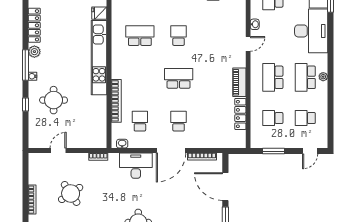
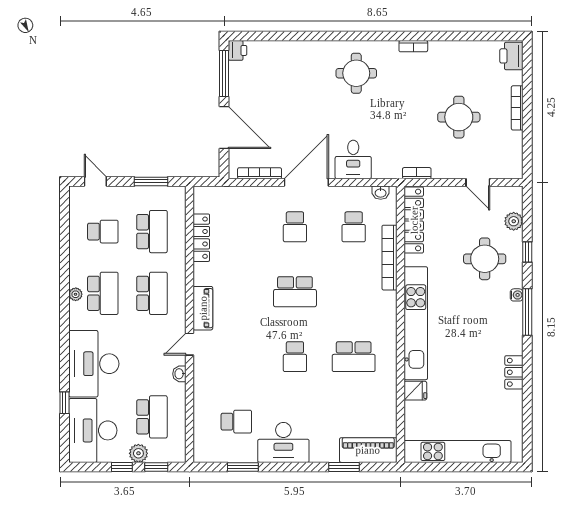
locker: (34, 25) -> (514, 372), width x0.66
plant: (34, 52) -> (514, 221), moved
piano: (239, 82) -> (203, 308), moved
school desk: (273, 118) -> (152, 232), width x1.85
locker: (100, 126) -> (414, 220), added
door: (58, 150) -> (478, 182), hinge flipped
door: (310, 151) -> (95, 181), hinge flipped
desk: (136, 166) -> (353, 159), width x0.73
round table: (71, 193) -> (459, 117), turned 34

